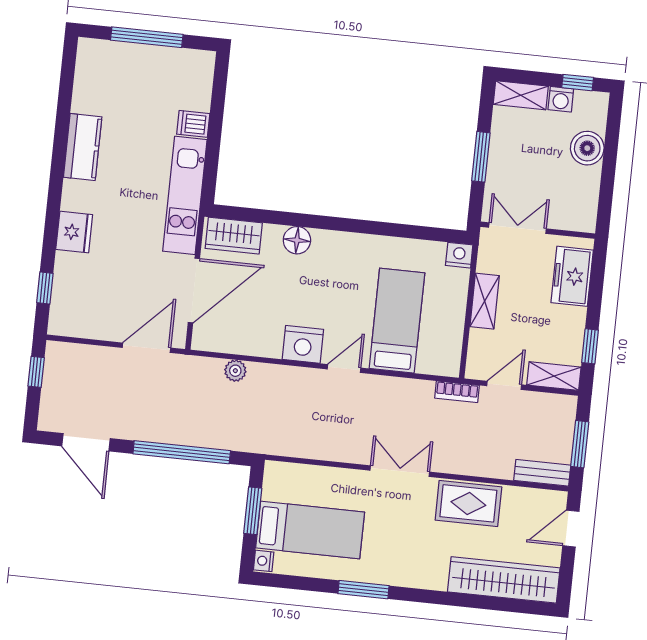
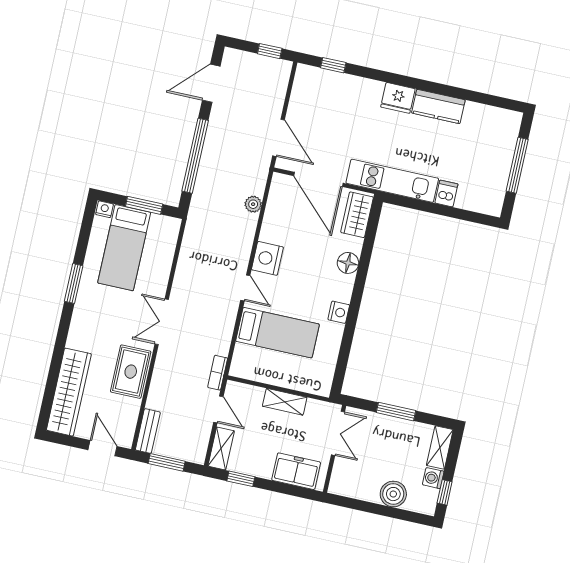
fridge: (74, 232) -> (398, 98), moved
nightstand: (459, 255) -> (339, 312), moved
double door: (400, 471) -> (162, 322), swing flipped

